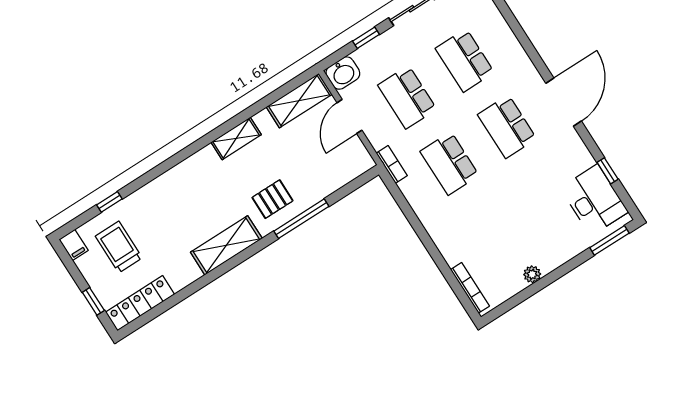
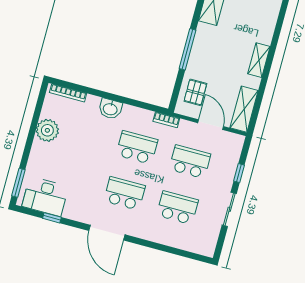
washbasin: (343, 73) -> (110, 109), moved, turned -90
pallet: (273, 199) -> (195, 92), moved
plant: (532, 274) -> (47, 130), width x1.88, depth x1.88

